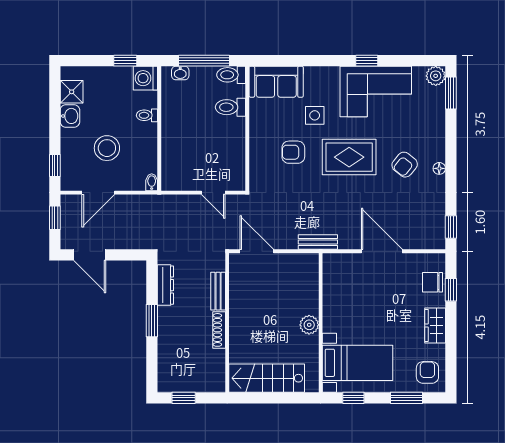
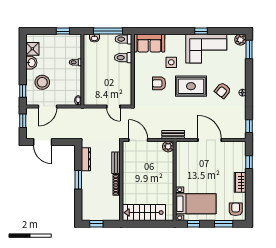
washing machine: (145, 78) -> (75, 41), removed
stool: (107, 148) -> (42, 82), moved
chair: (432, 282) -> (239, 158), removed
plant: (309, 325) -> (168, 147), moved

